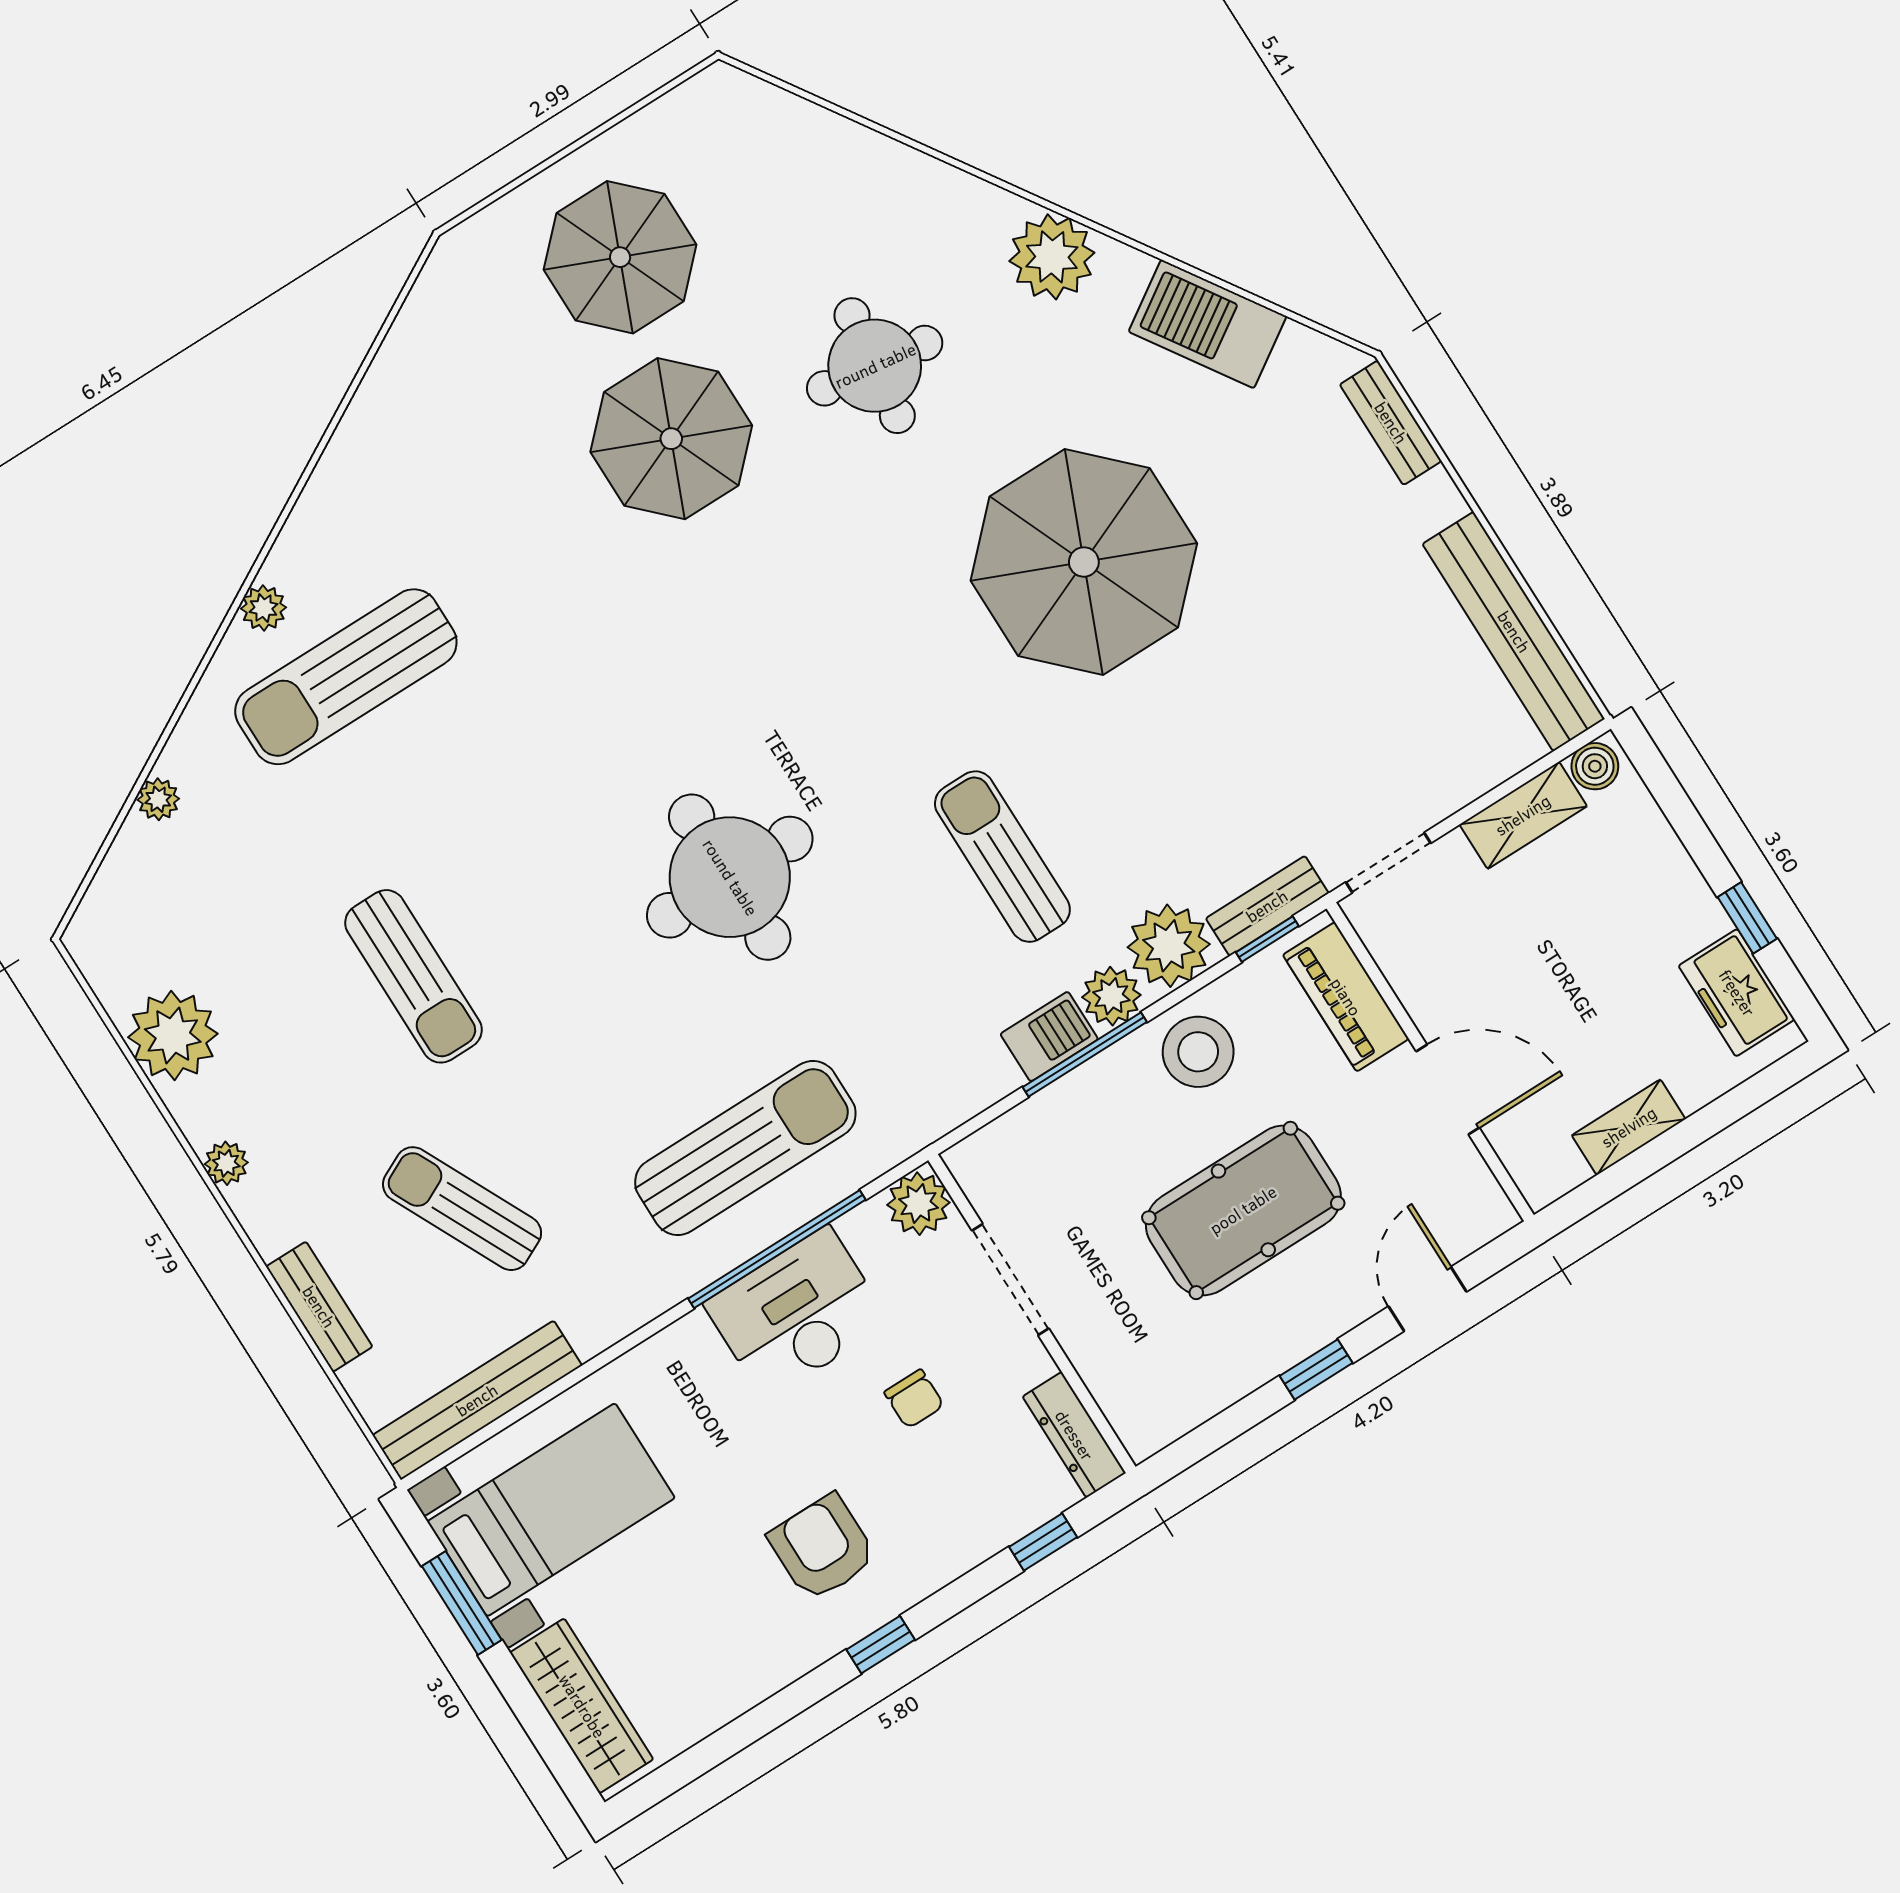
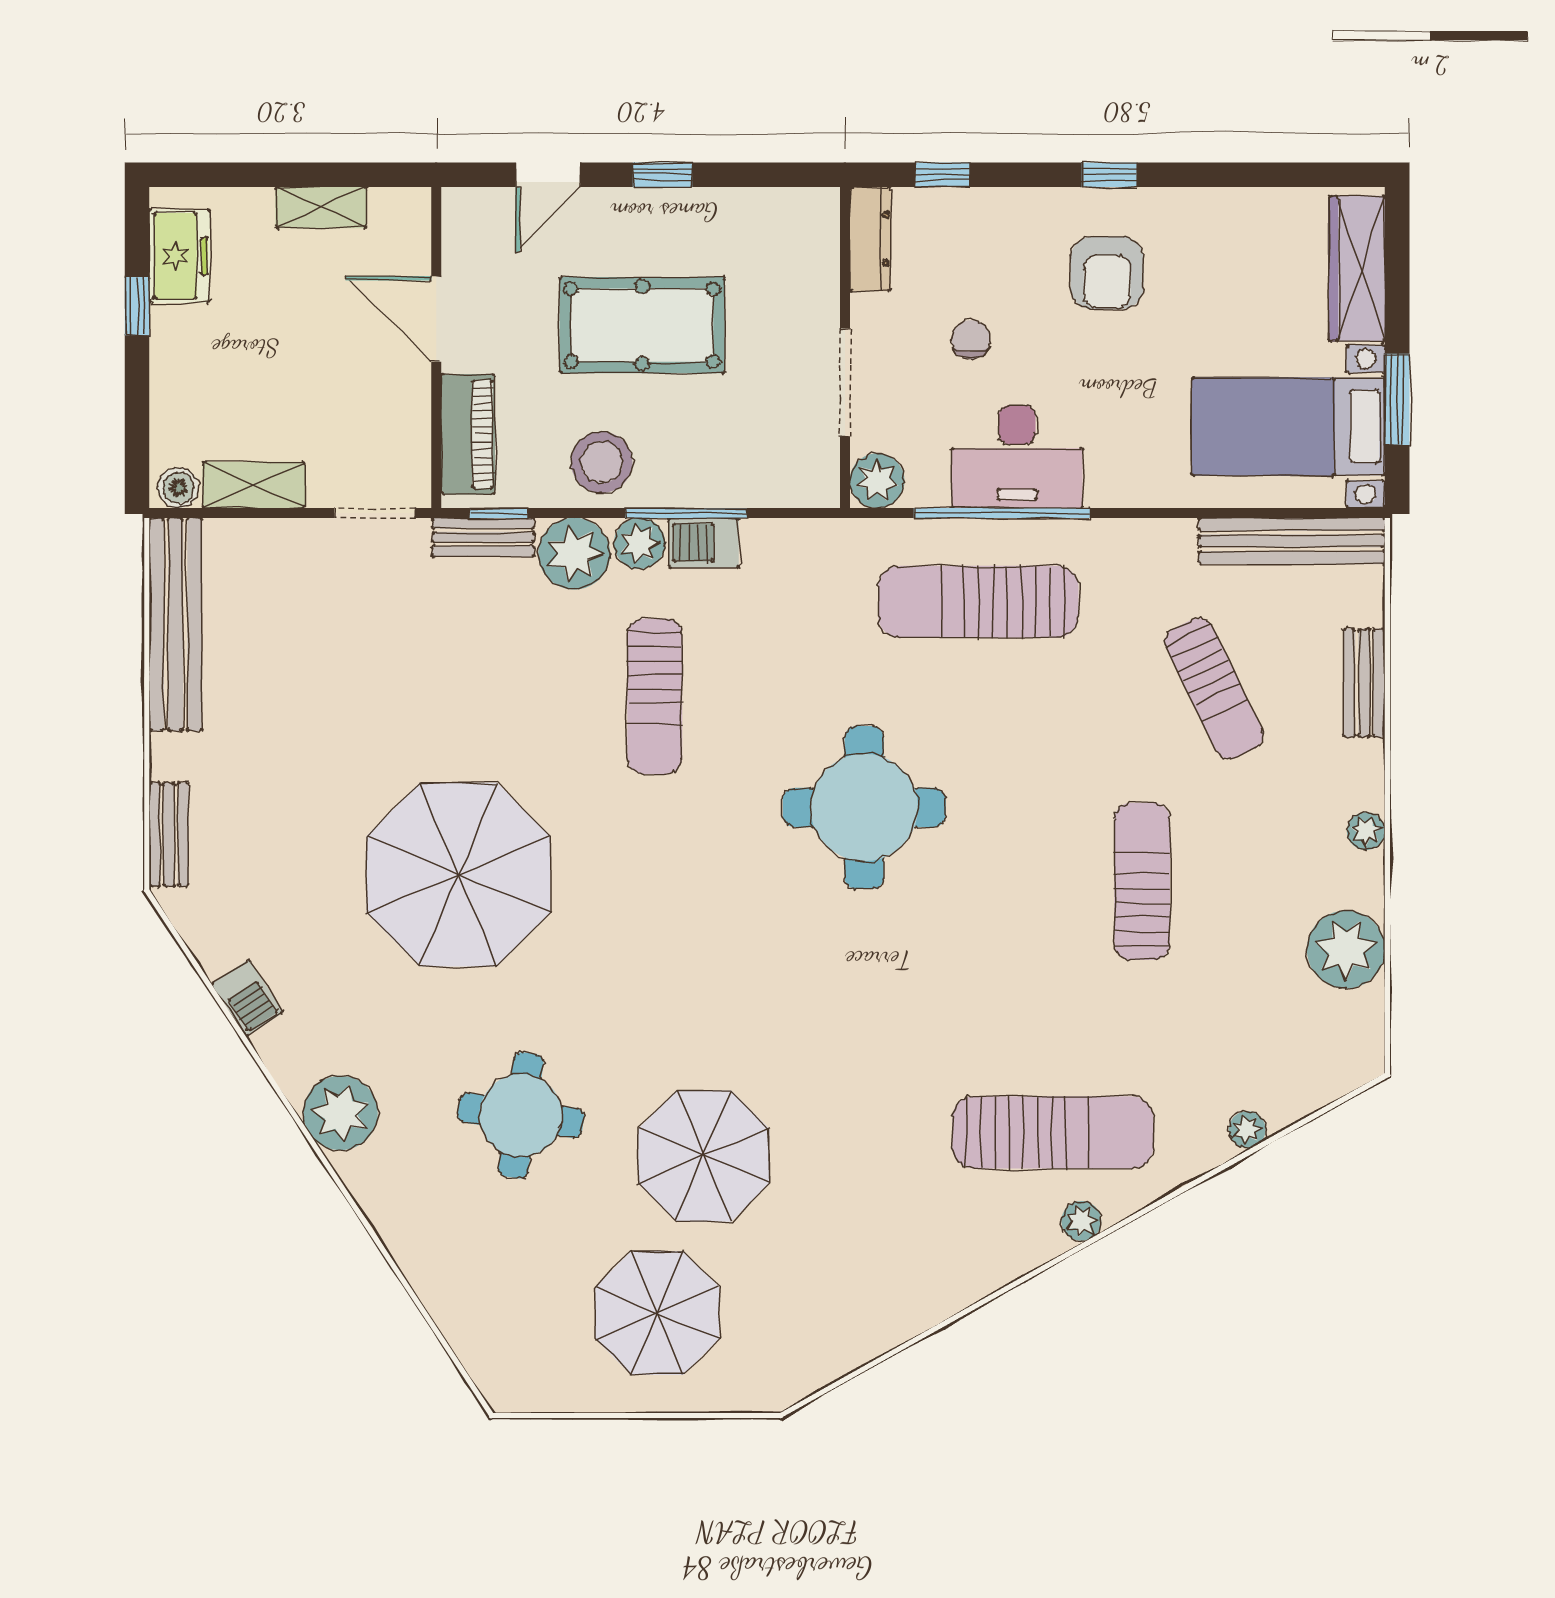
barbecue: (1207, 324) -> (247, 998), width x0.53, depth x0.65

